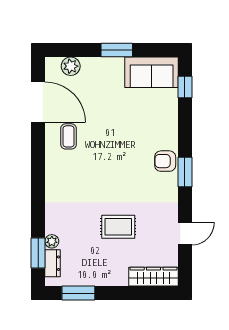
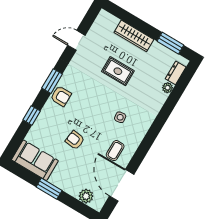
window: (185, 87) -> (32, 115), moved
armchair: (120, 121) -> (75, 140), added
side table: (85, 177) -> (120, 117), added
window: (38, 253) -> (181, 85), removed
wardrobe: (154, 277) -> (134, 36), moved

